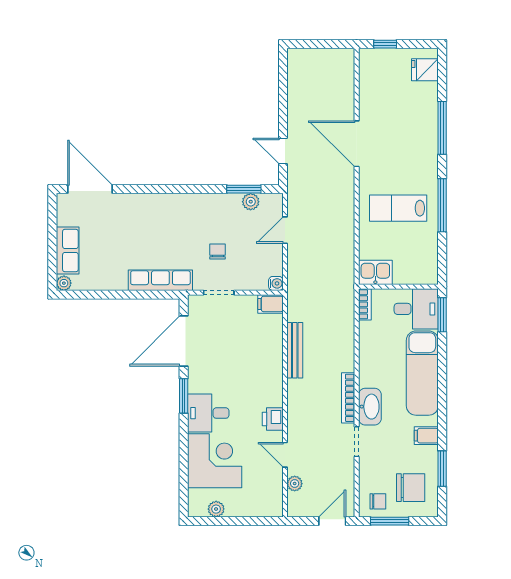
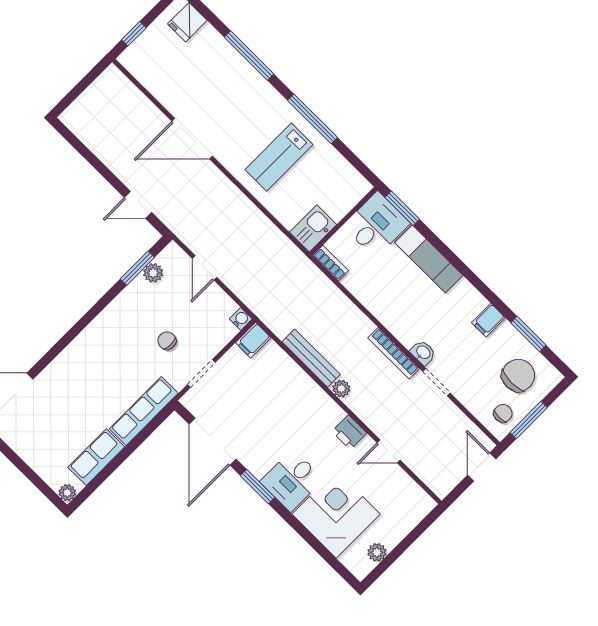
row of seats: (68, 250) -> (96, 457), moved, turned -90
exam couch: (422, 373) -> (429, 259), width x0.73, depth x0.69
washbasin: (370, 407) -> (423, 353), width x0.52, depth x0.69
plant: (295, 484) -> (341, 389), moved

